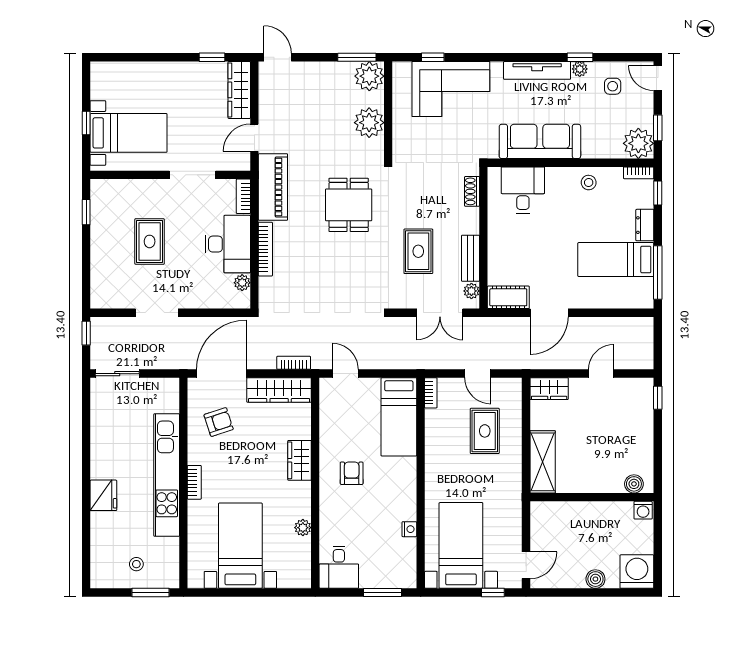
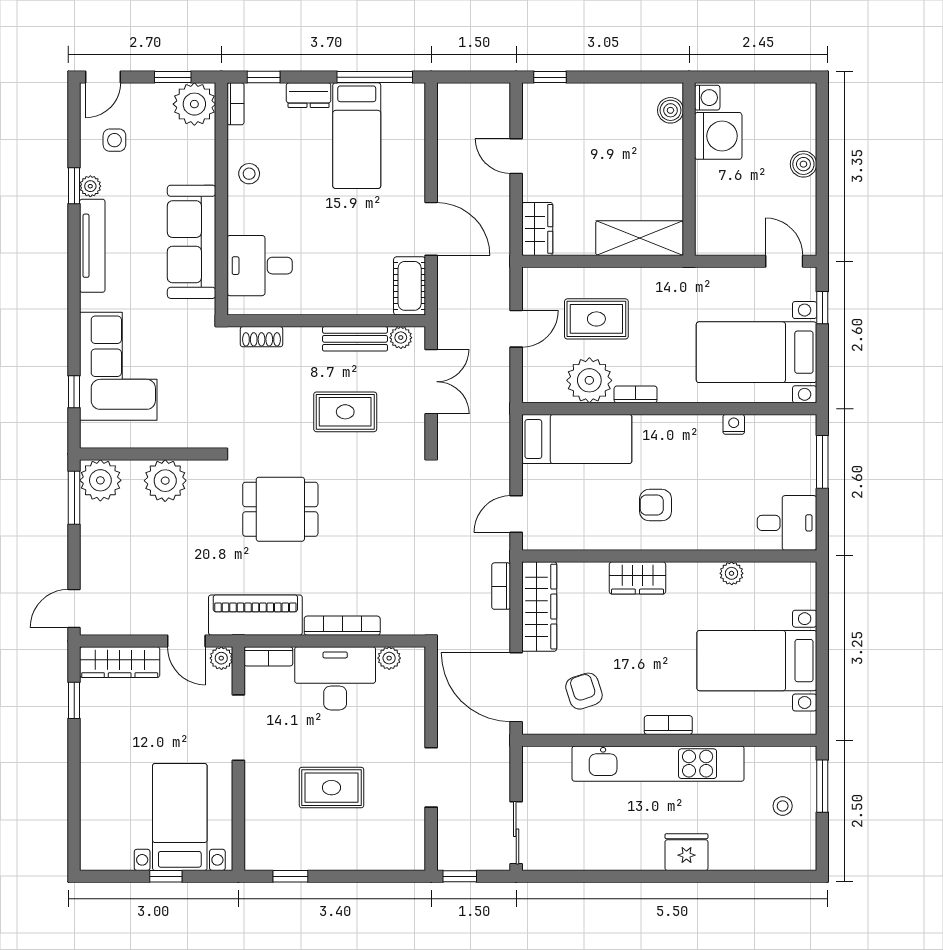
plant: (242, 163) -> (221, 658), added
bookcase: (431, 393) -> (636, 394), moved
plant: (441, 426) -> (589, 380), added
washing machine: (637, 572) -> (718, 136), moved, turned 180

